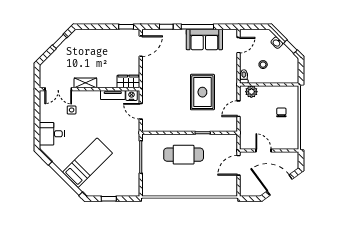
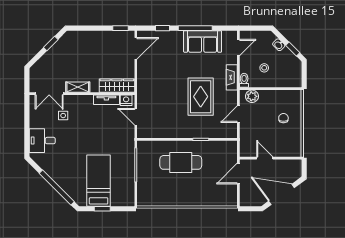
fireplace: (232, 74) -> (232, 77), added
wardrobe: (128, 82) -> (117, 86), width x1.50
bed: (88, 163) -> (99, 181), moved, turned -45

